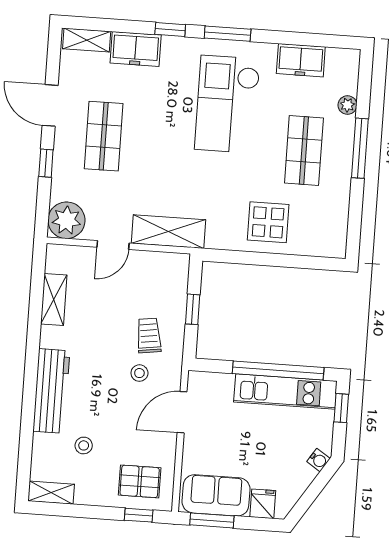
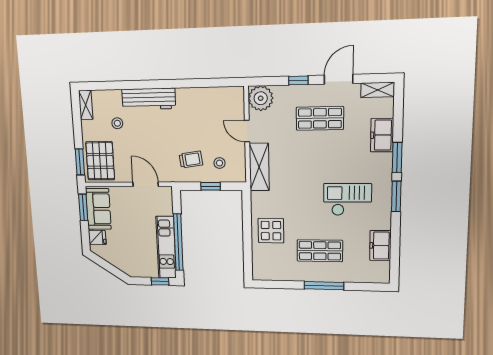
window: (170, 29) -> (397, 158), width x1.50
shelving: (87, 40) -> (378, 90), moved, turned 90
checkout: (227, 104) -> (347, 200), width x0.73, depth x0.83
plant: (347, 105) -> (352, 277), removed
shelving: (54, 299) -> (207, 95), removed
stool: (139, 373) -> (219, 163), moved
water cooler: (318, 460) -> (127, 269), removed
pallet: (140, 481) -> (100, 161), width x1.50, depth x1.42
window: (139, 515) -> (80, 162), width x1.50

